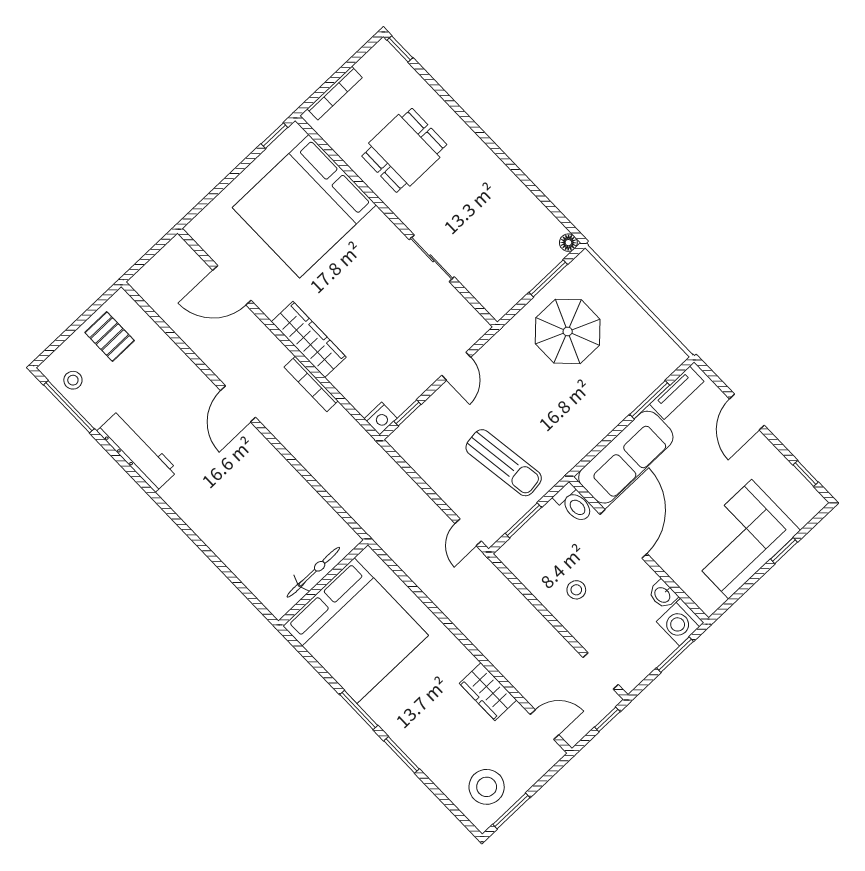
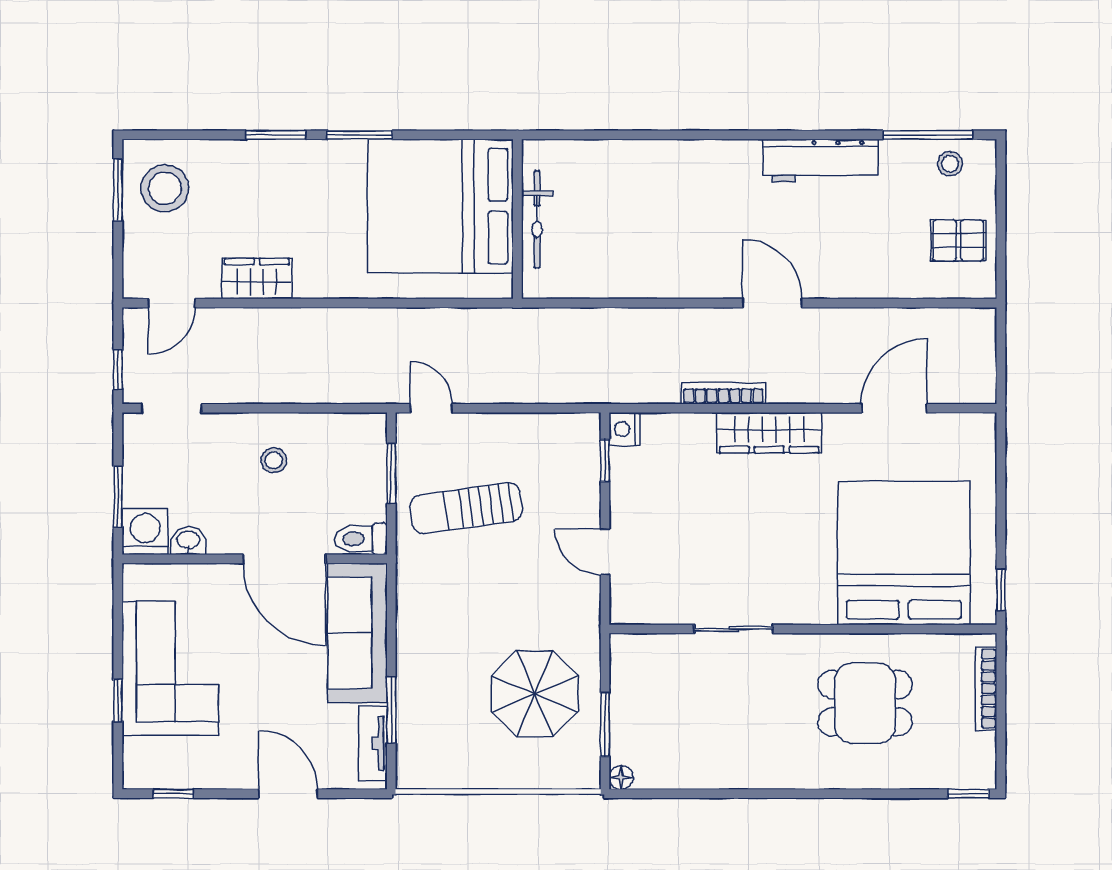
dining table: (404, 150) -> (865, 703), turned 90

